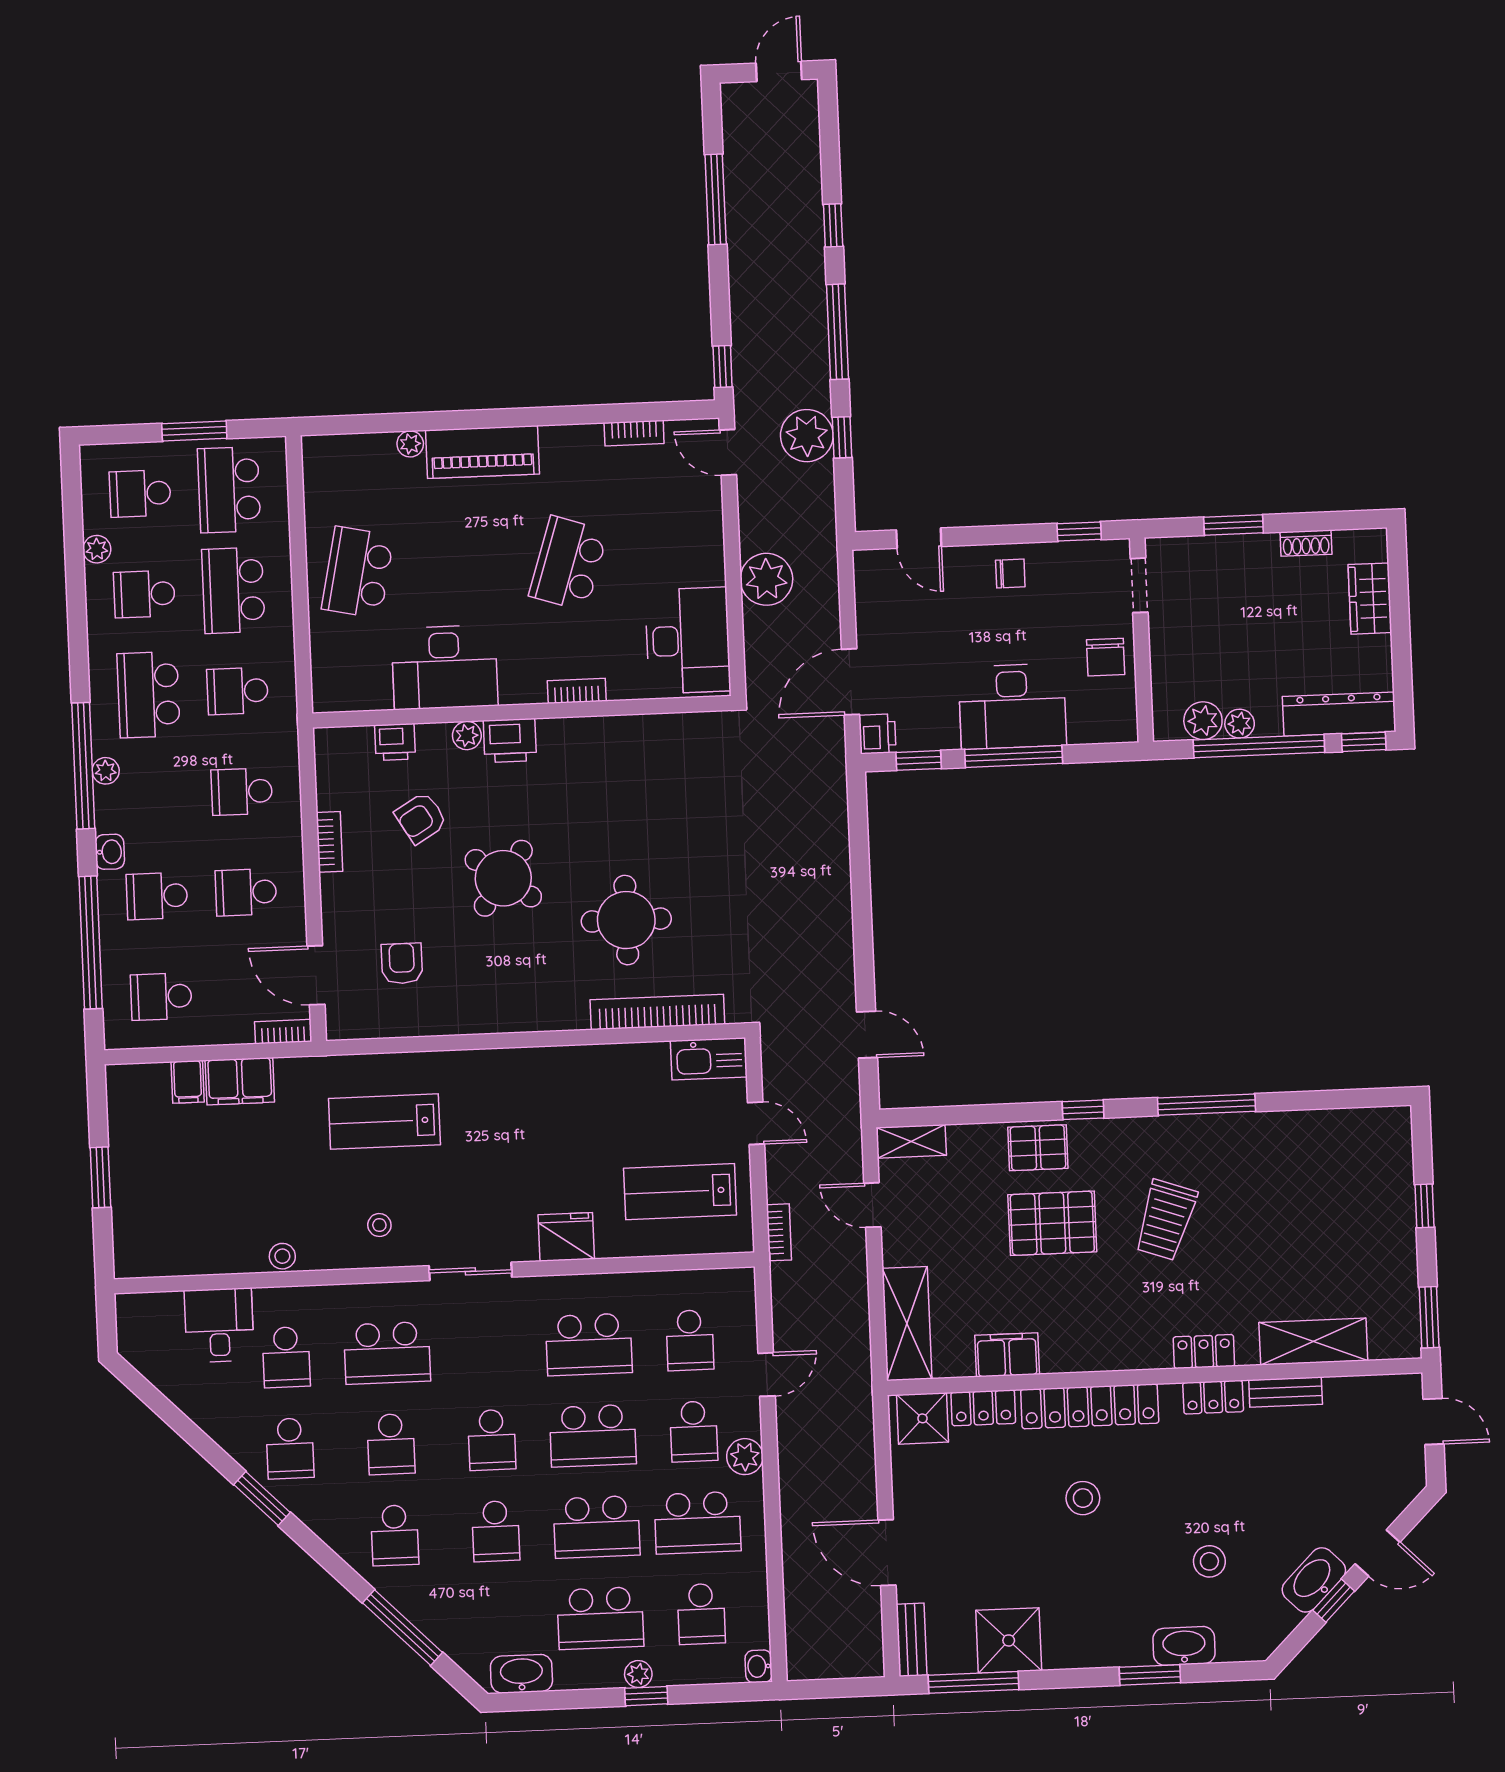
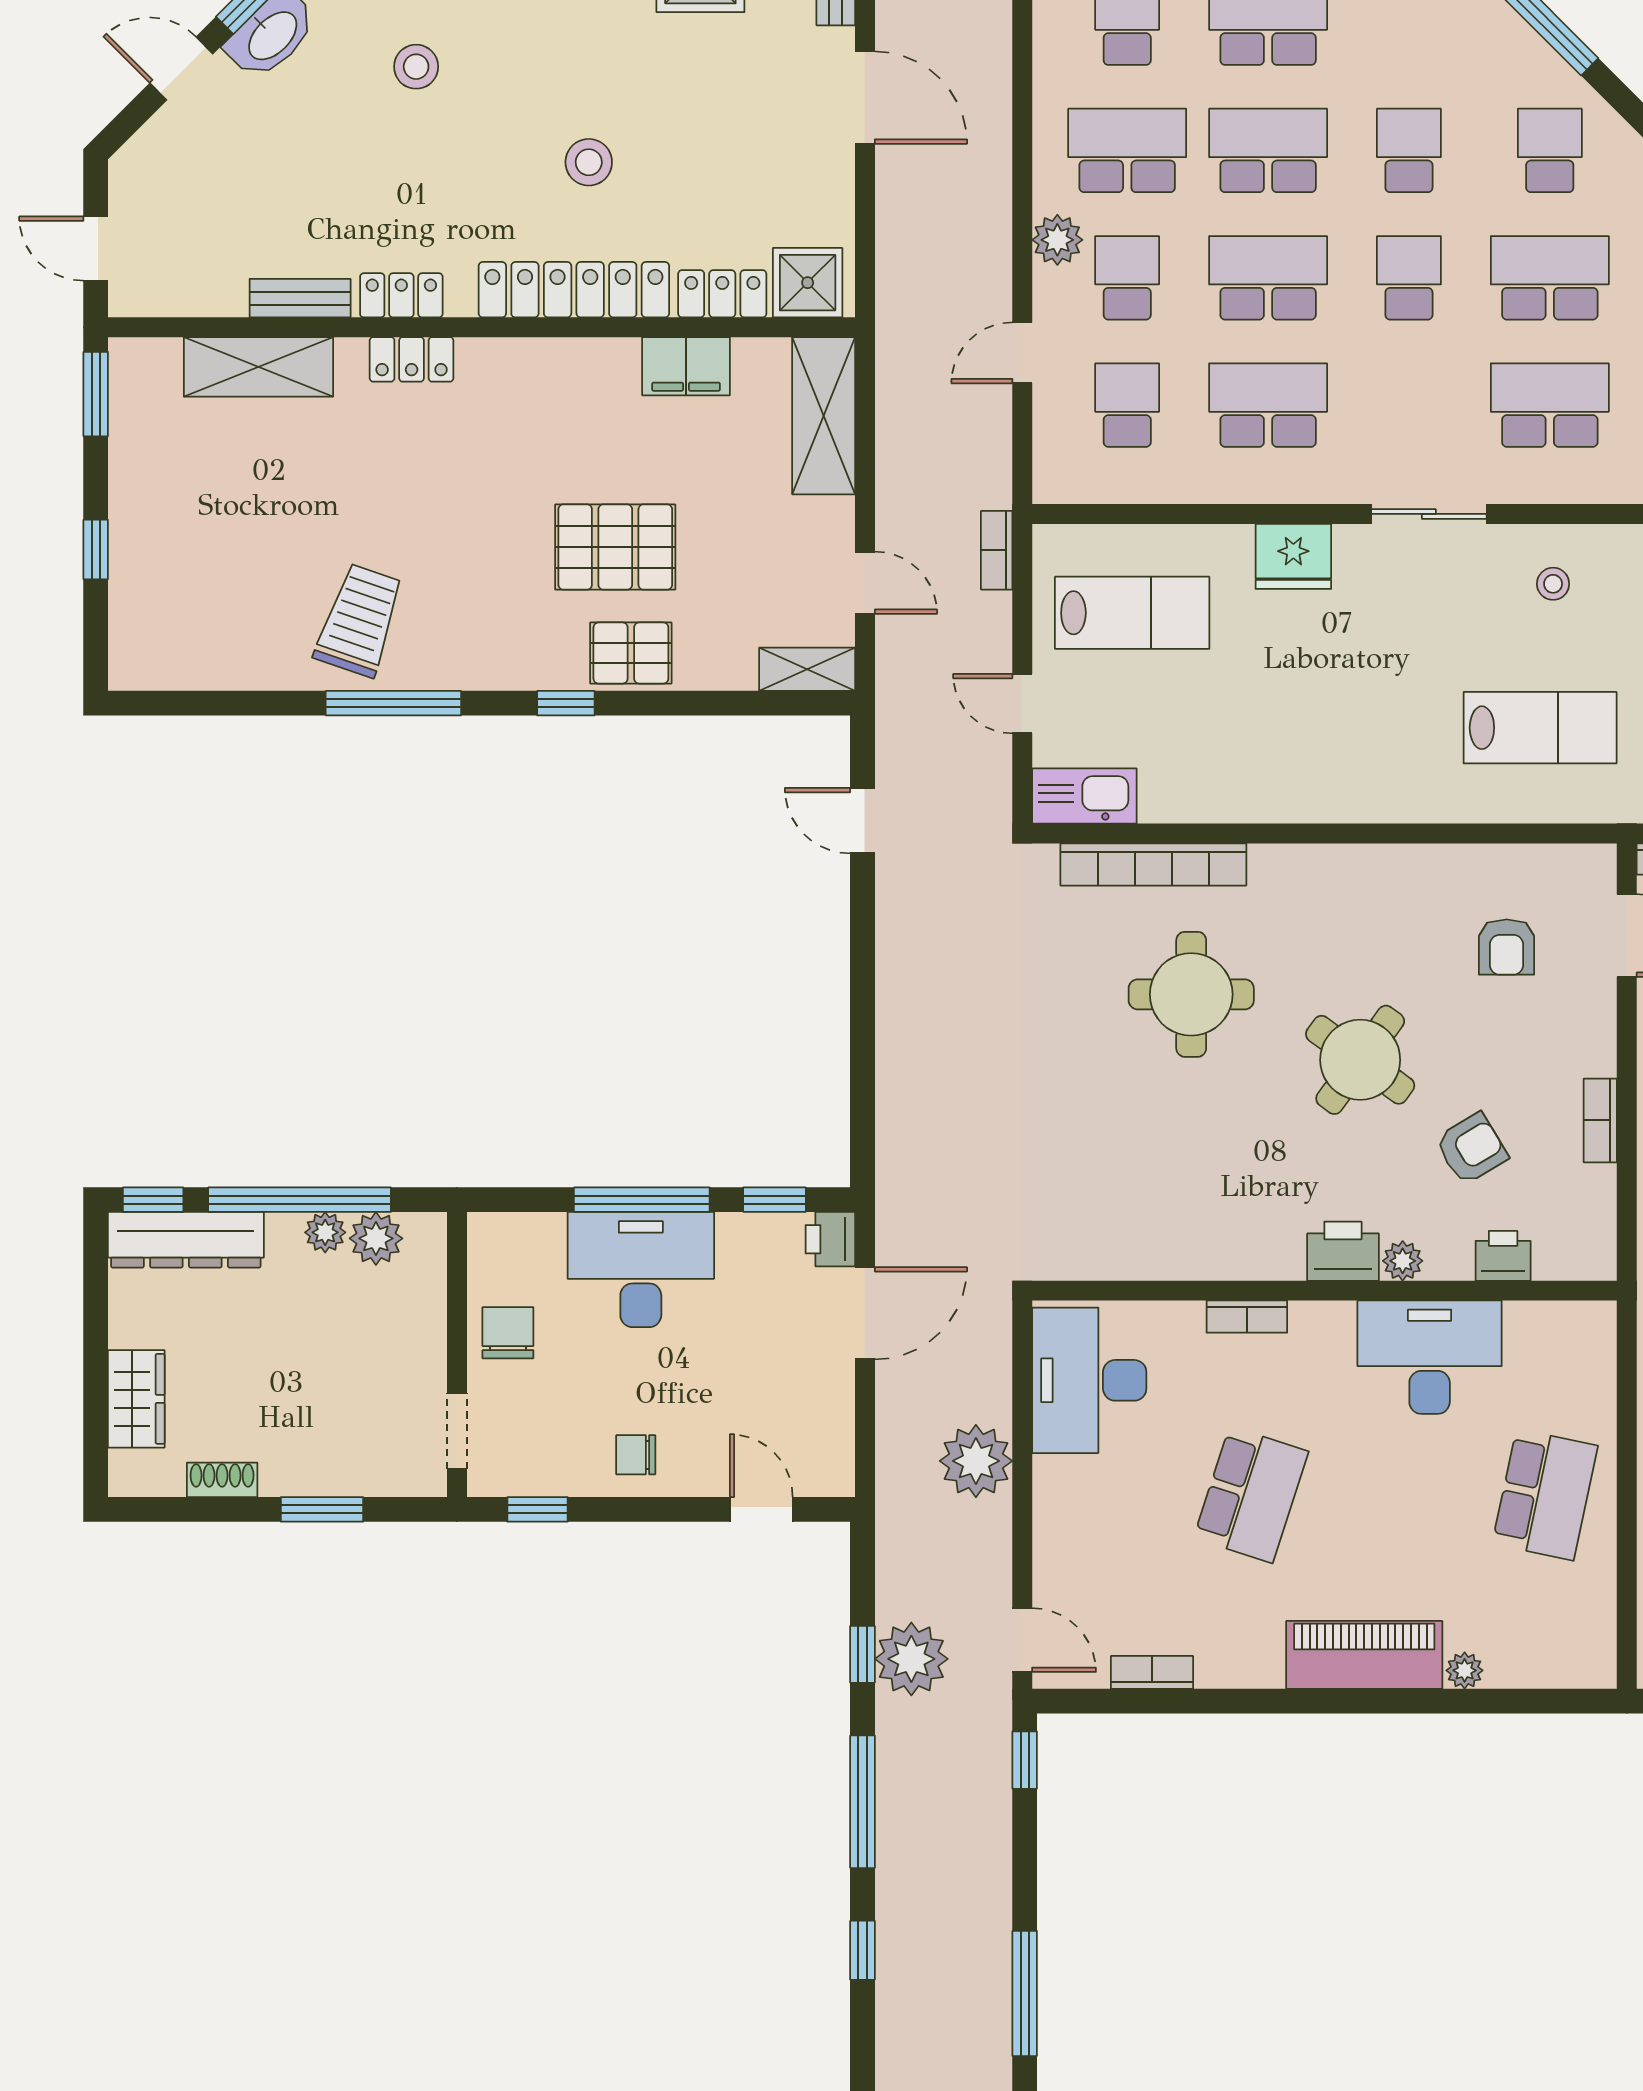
trolley: (1166, 1220) -> (359, 620), moved
school desk: (391, 1444) -> (1550, 278), width x1.85

